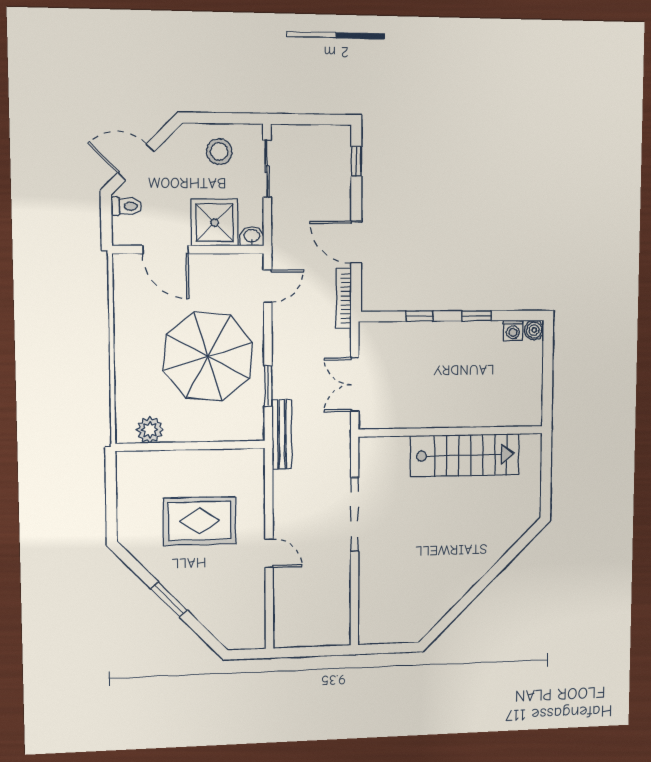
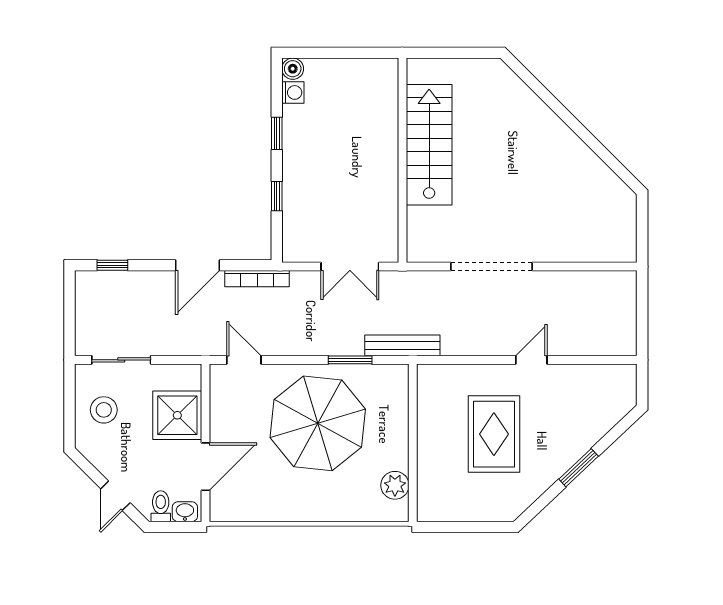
door: (136, 162) -> (115, 496), width x0.73
washbasin: (252, 236) -> (185, 512), moved, turned 90

